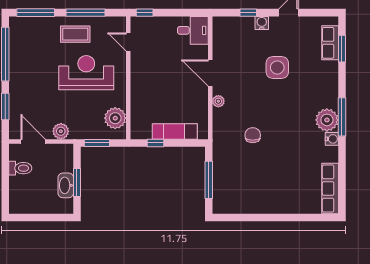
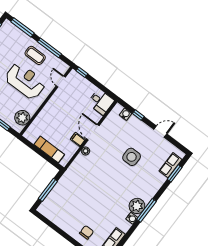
water cooler: (262, 23) -> (126, 114), moved
filing cabinet: (199, 95) -> (78, 139), added
chair: (253, 135) -> (87, 232), moved
window: (155, 143) -> (34, 148), removed

